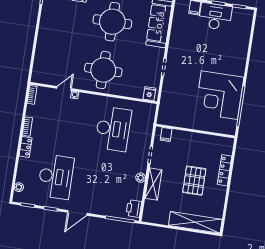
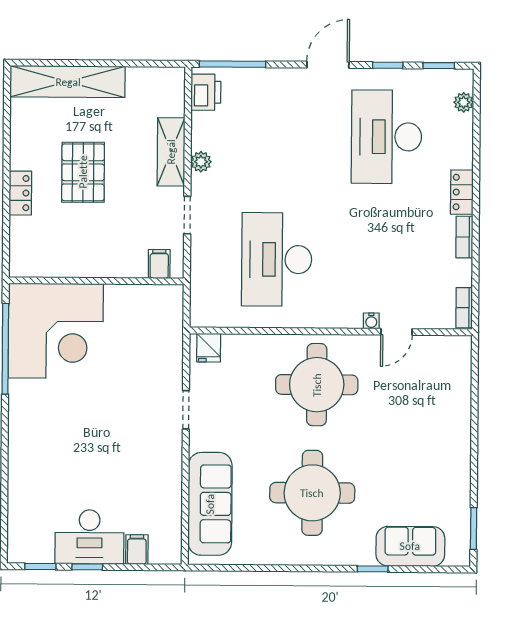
corner desk: (219, 95) -> (56, 331), moved, turned 90
locker: (225, 170) -> (20, 193), width x0.66

